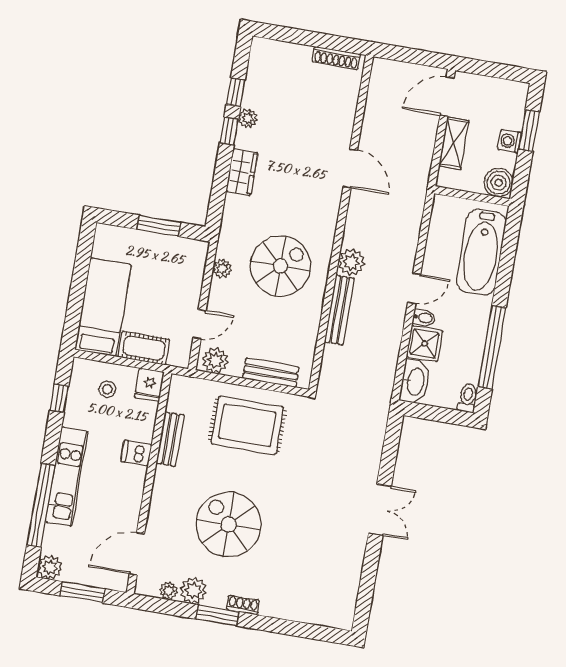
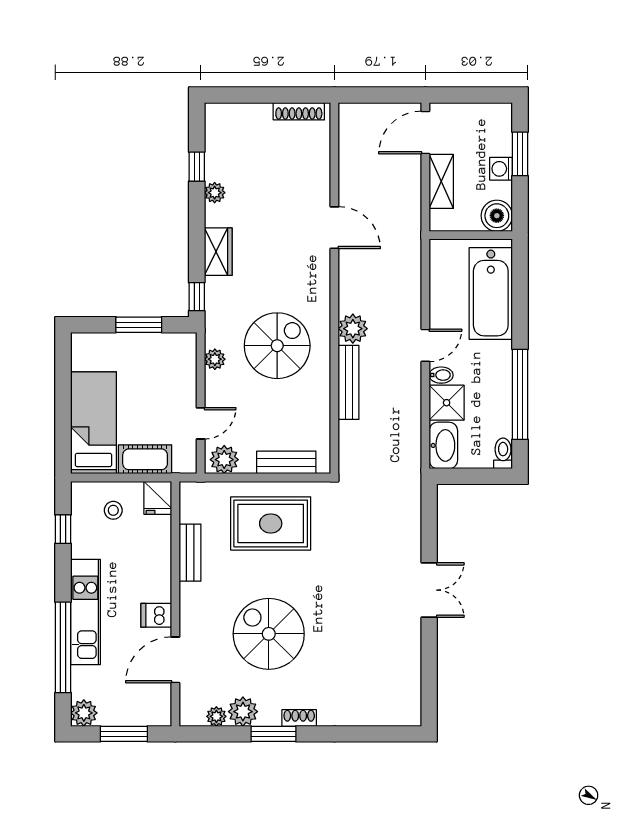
window: (229, 131) -> (197, 297), moved
dishwasher: (136, 453) -> (156, 615), moved
door: (137, 554) -> (175, 660), moved

